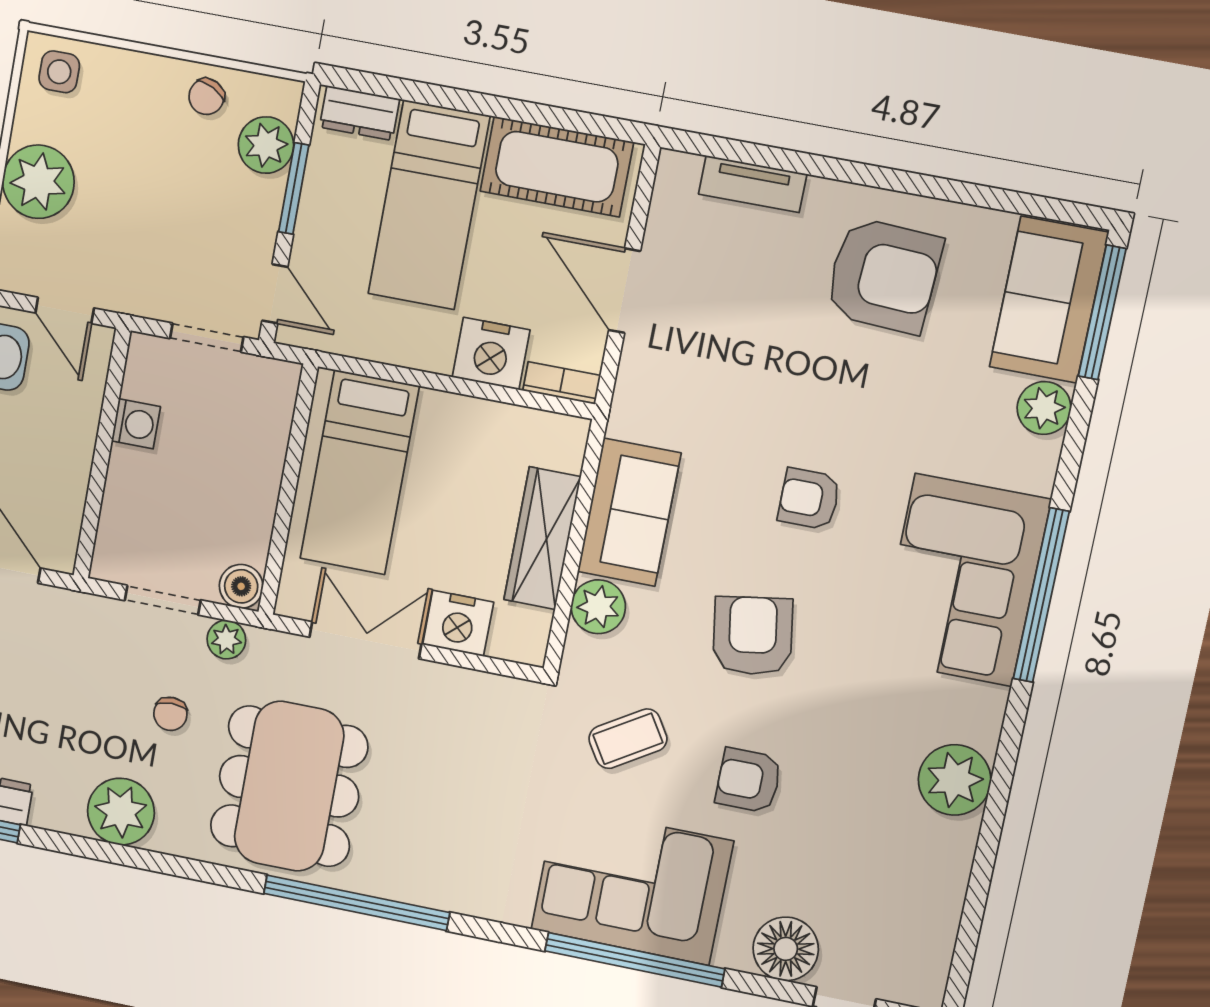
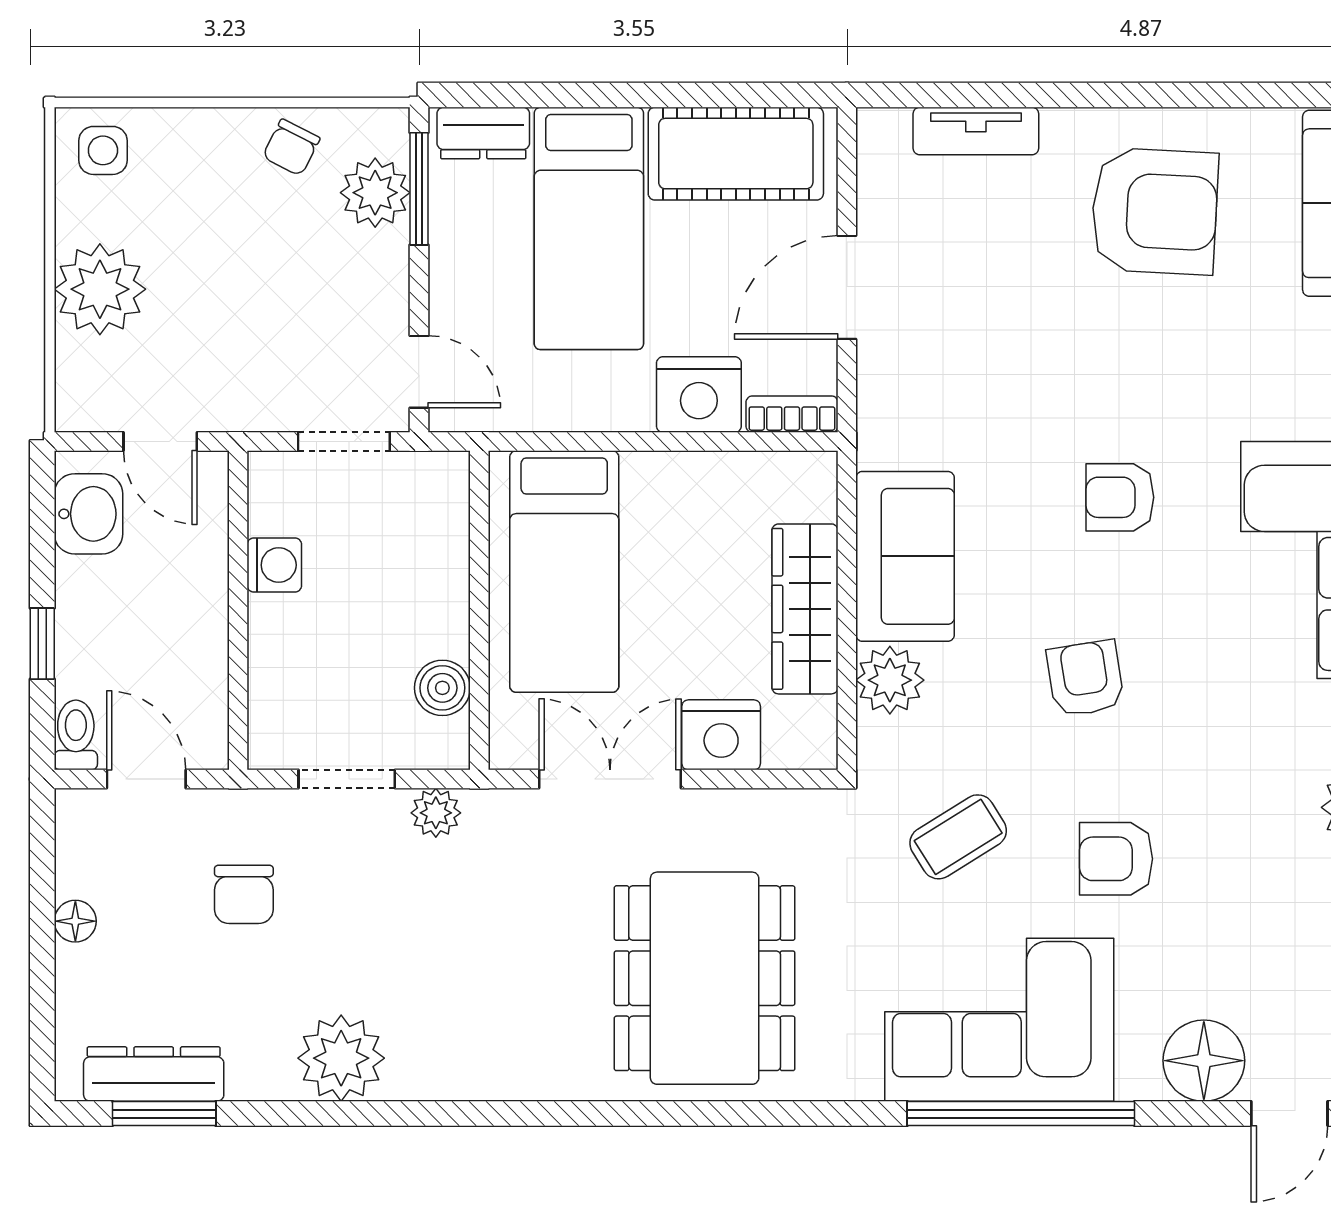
window: (294, 188) -> (419, 189), moved
door: (625, 291) -> (847, 287), hinge flipped
boiler: (241, 586) -> (442, 688), moved
armchair: (753, 636) -> (1085, 679), width x0.72, depth x0.72
chair: (170, 714) -> (244, 894), moved, width x1.37, depth x1.37
dining table: (289, 786) -> (705, 978), moved
window: (357, 903) -> (660, 1114), removed

